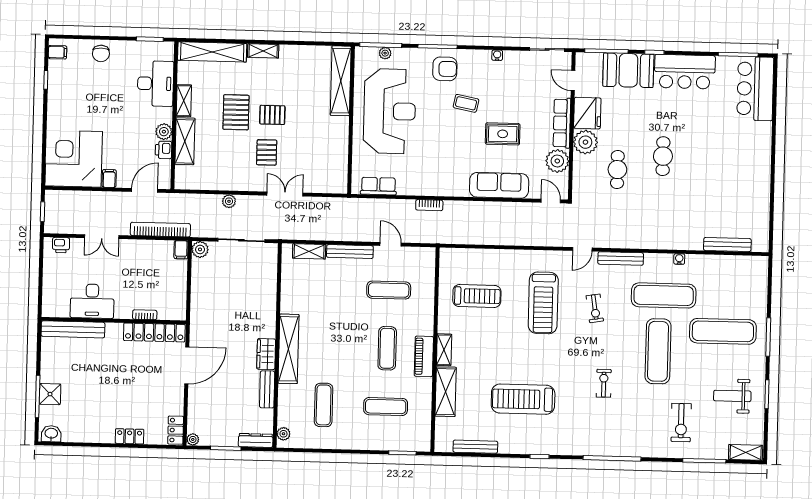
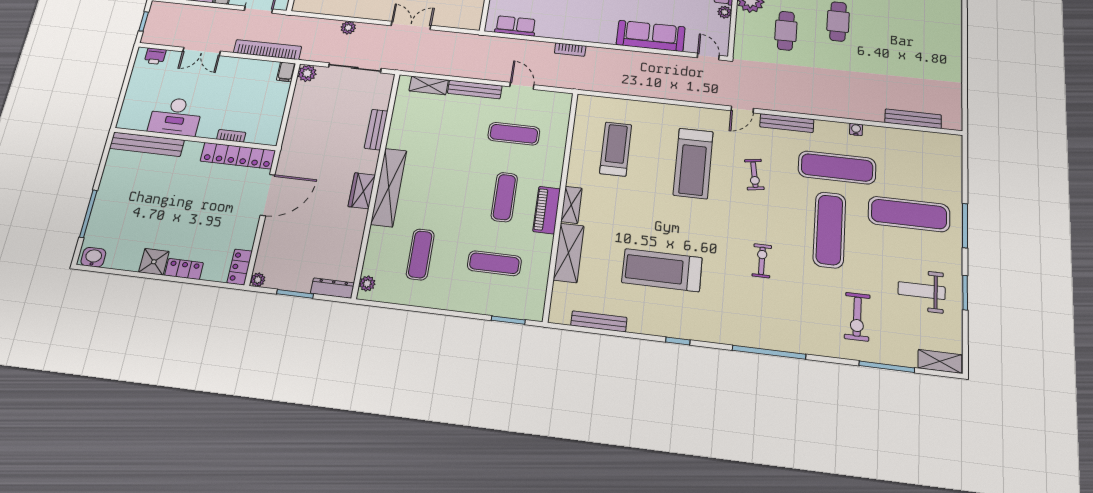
plant: (557, 161) -> (725, 12), width x0.53, depth x0.53
treadmill: (477, 296) -> (616, 149), turned -90
bench: (267, 389) -> (376, 130), moved
shower: (50, 394) -> (154, 262), moved

